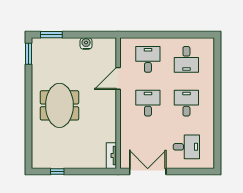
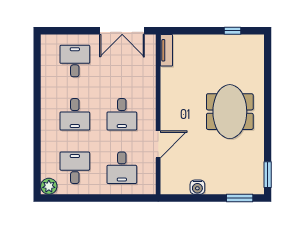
plant: (208, 44) -> (49, 186), added
desk: (186, 147) -> (75, 61), turned 90

